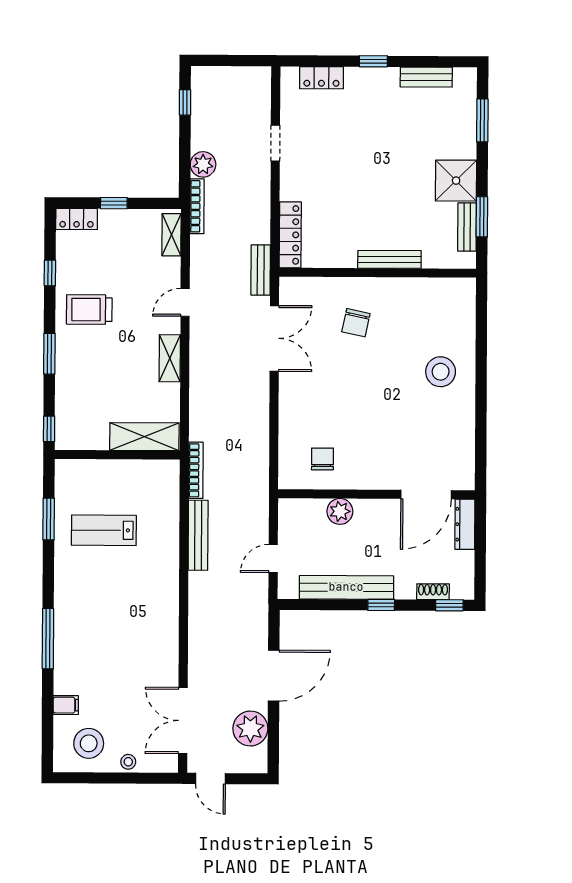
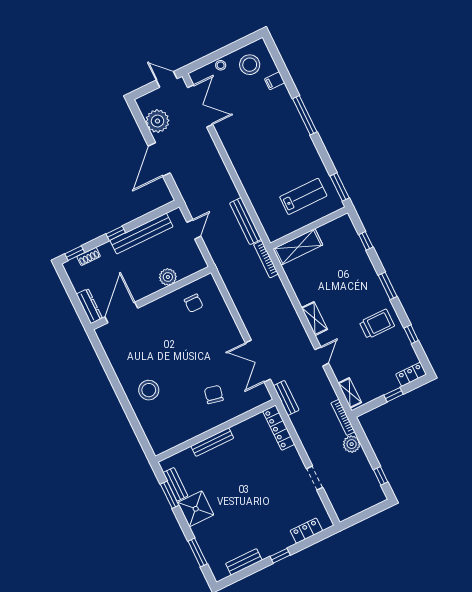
shelving: (144, 437) -> (298, 247), moved
wall: (117, 455) -> (309, 228), moved

